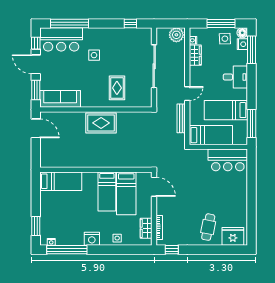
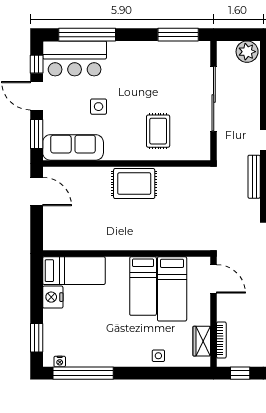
window: (130, 23) -> (178, 35), width x2.17
side table: (94, 55) -> (99, 107), moved
nightstand: (92, 239) -> (53, 297), moved, turned 90

